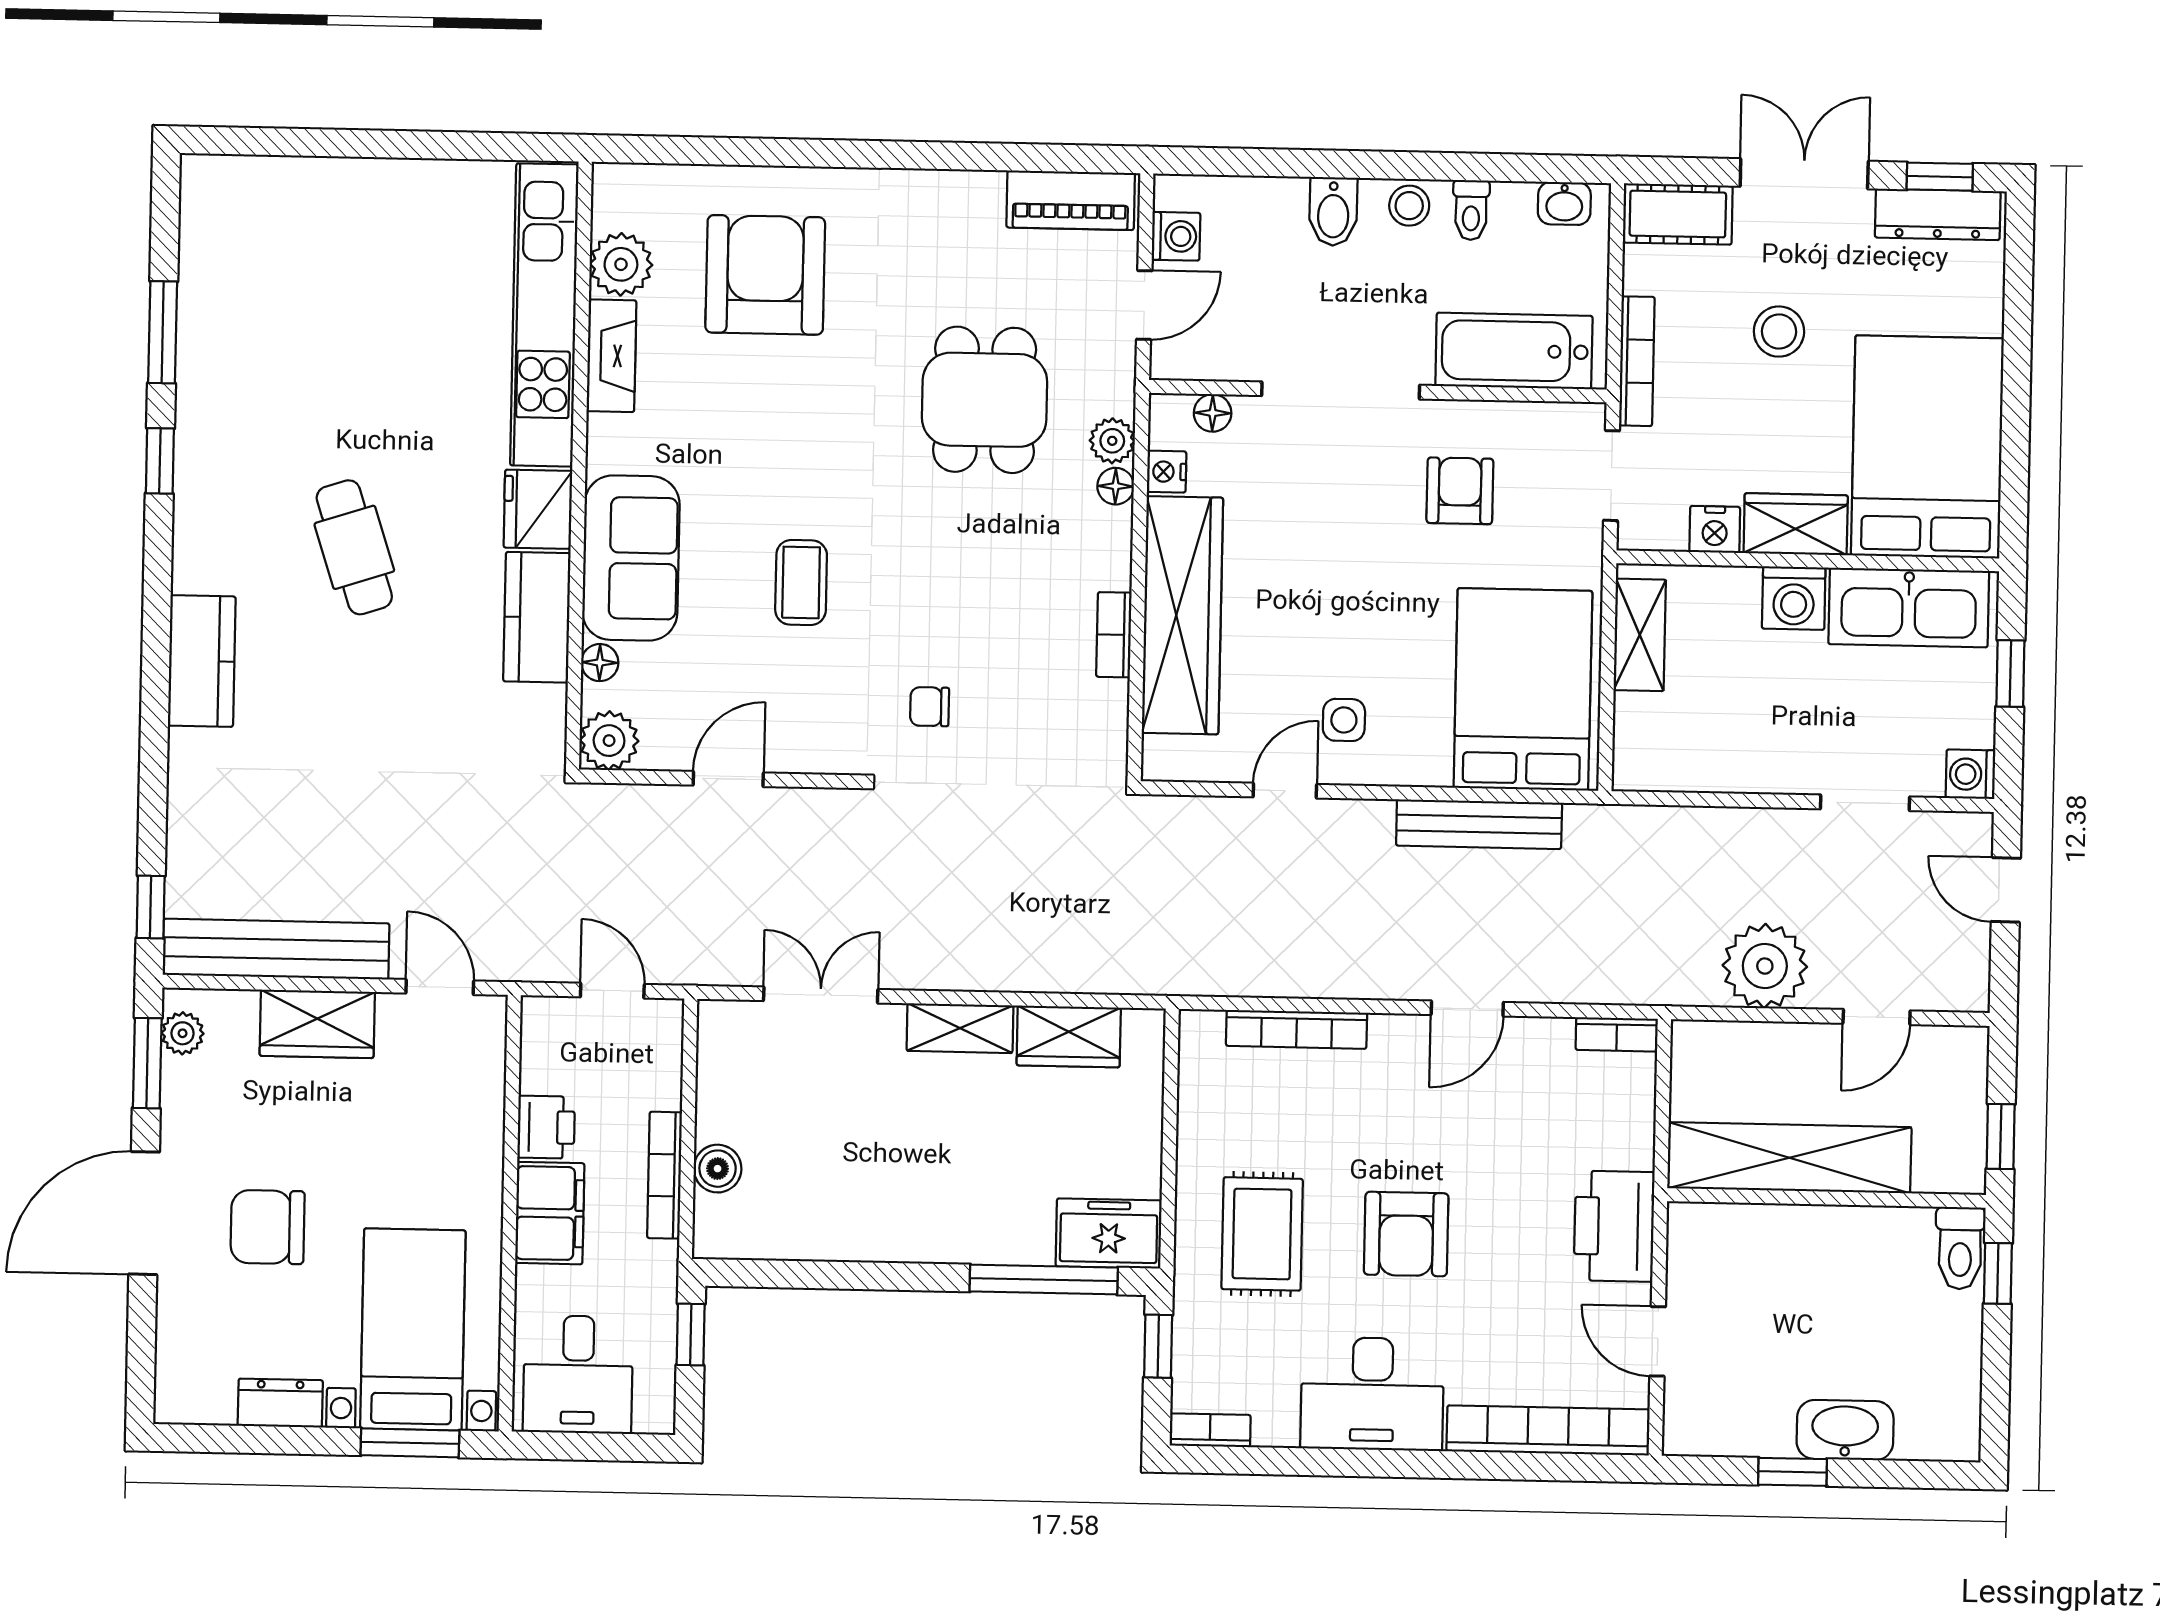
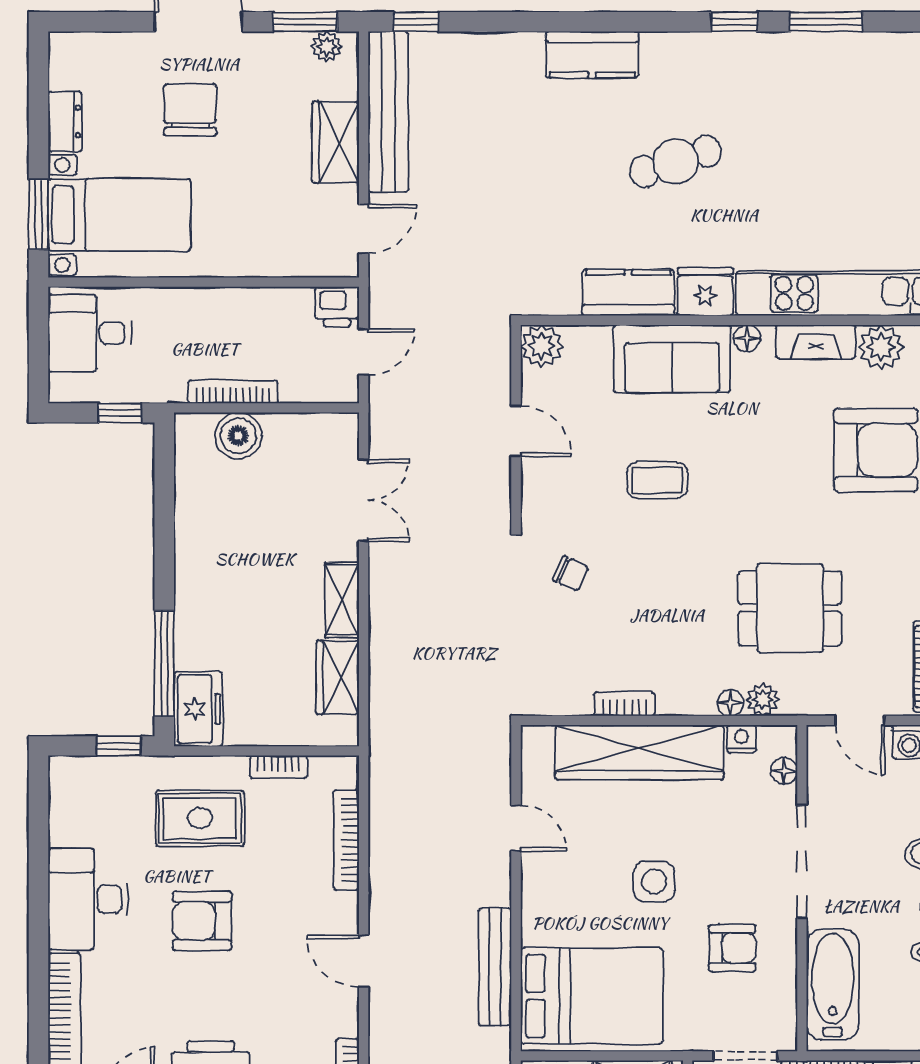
floor lamp: (600, 663) -> (747, 338), moved
chair: (930, 707) -> (571, 574), turned 115
side table: (1344, 720) -> (654, 882), moved, width x1.37, depth x1.37
printer: (546, 1127) -> (337, 307), moved
boiler: (718, 1169) -> (238, 436), width x1.36, depth x1.36
filing cabinet: (550, 1213) -> (204, 311), removed
bookcase: (1210, 1430) -> (278, 767), moved, turned 90

